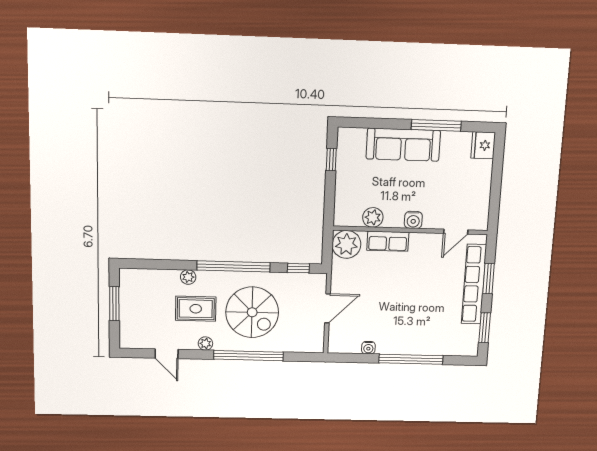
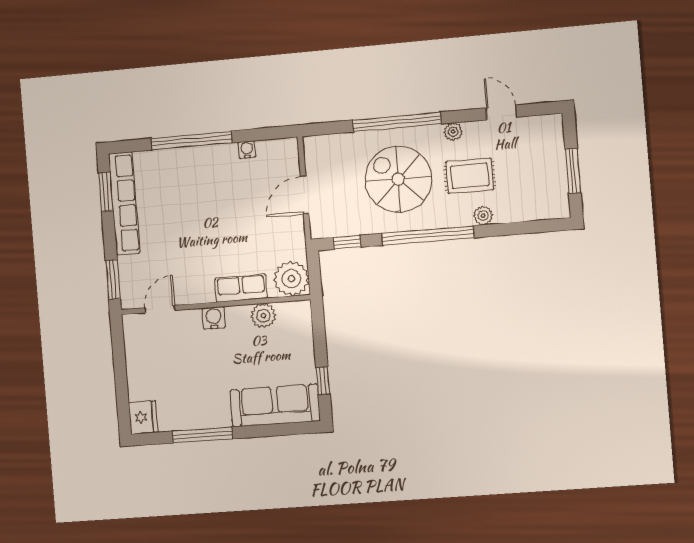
sofa: (403, 145) -> (275, 405), moved
window: (488, 279) -> (113, 279), moved
row of seats: (474, 284) -> (124, 203), moved

